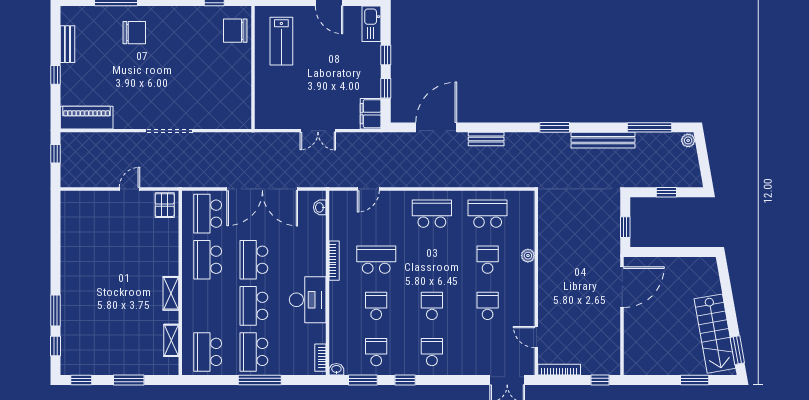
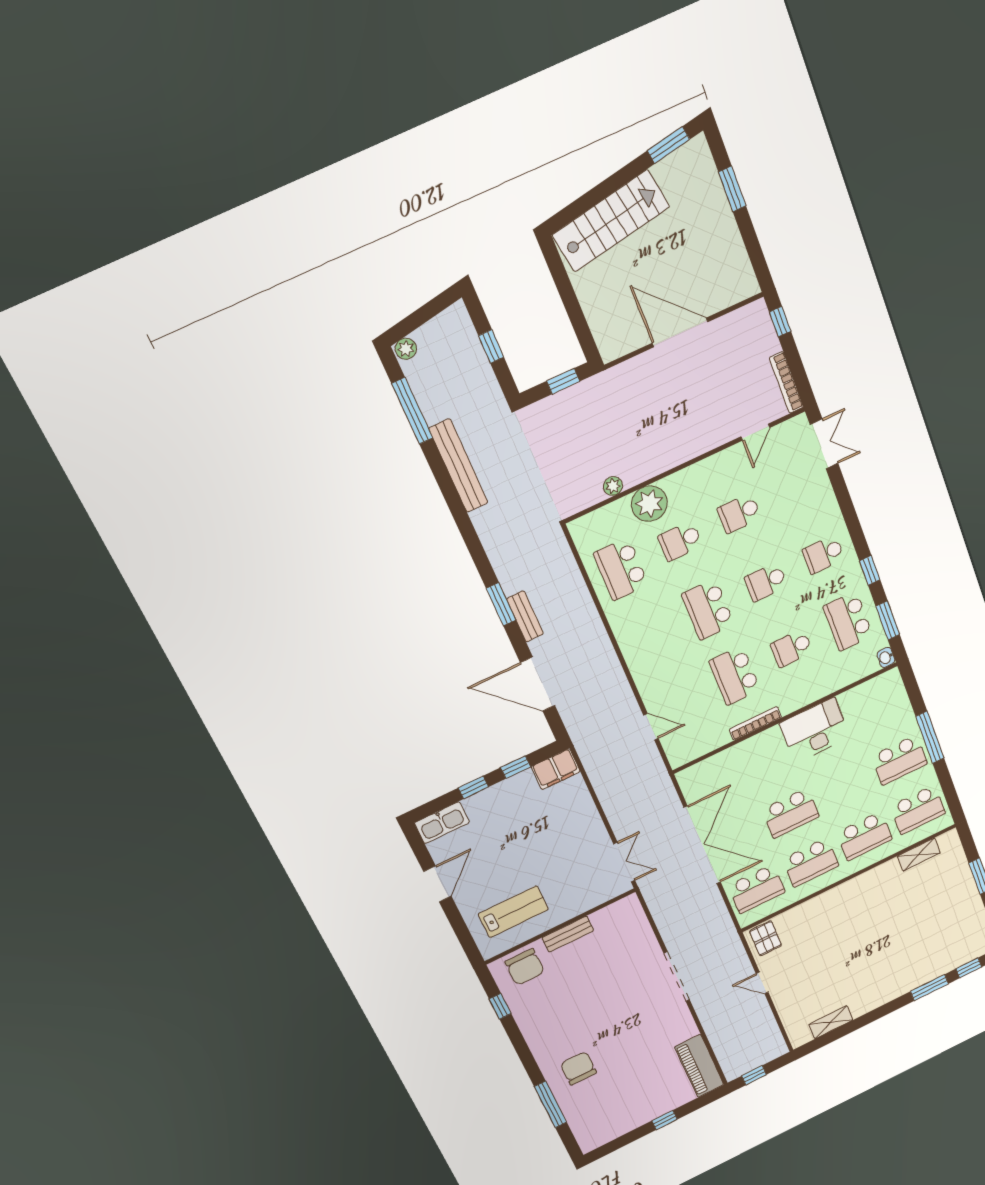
bench: (67, 44) -> (568, 934), moved
window: (555, 127) -> (501, 604), moved
double door: (318, 131) -> (624, 862), moved
pallet: (165, 205) -> (765, 938), turned 90
washbasin: (320, 207) -> (697, 771), removed
school desk: (432, 214) -> (708, 609), moved
plant: (545, 231) -> (613, 486), added
plant: (528, 256) -> (649, 504), width x1.88, depth x1.88
door: (622, 287) -> (680, 332), moved
shelving: (171, 293) -> (831, 1022), moved
school desk: (254, 306) -> (864, 836), moved
stairs: (715, 334) -> (611, 221), moved
school desk: (376, 352) -> (848, 621), width x1.85
bookcase: (320, 358) -> (879, 682), removed

